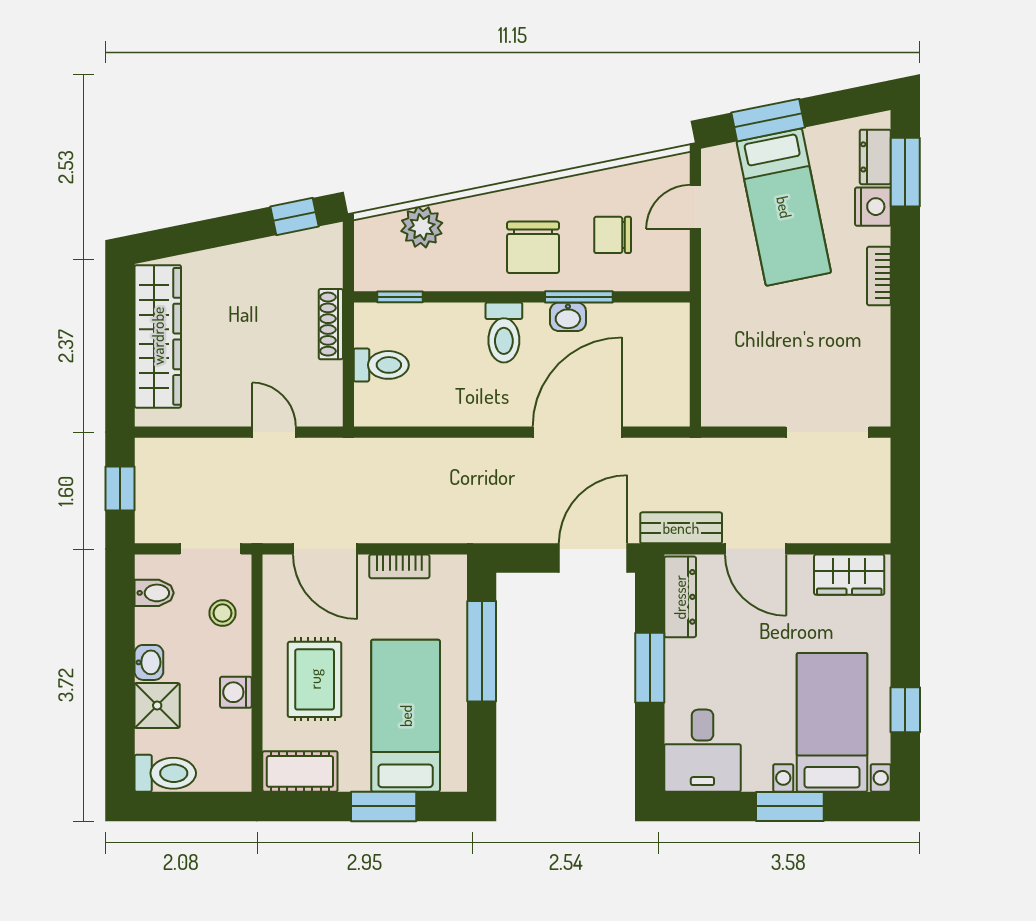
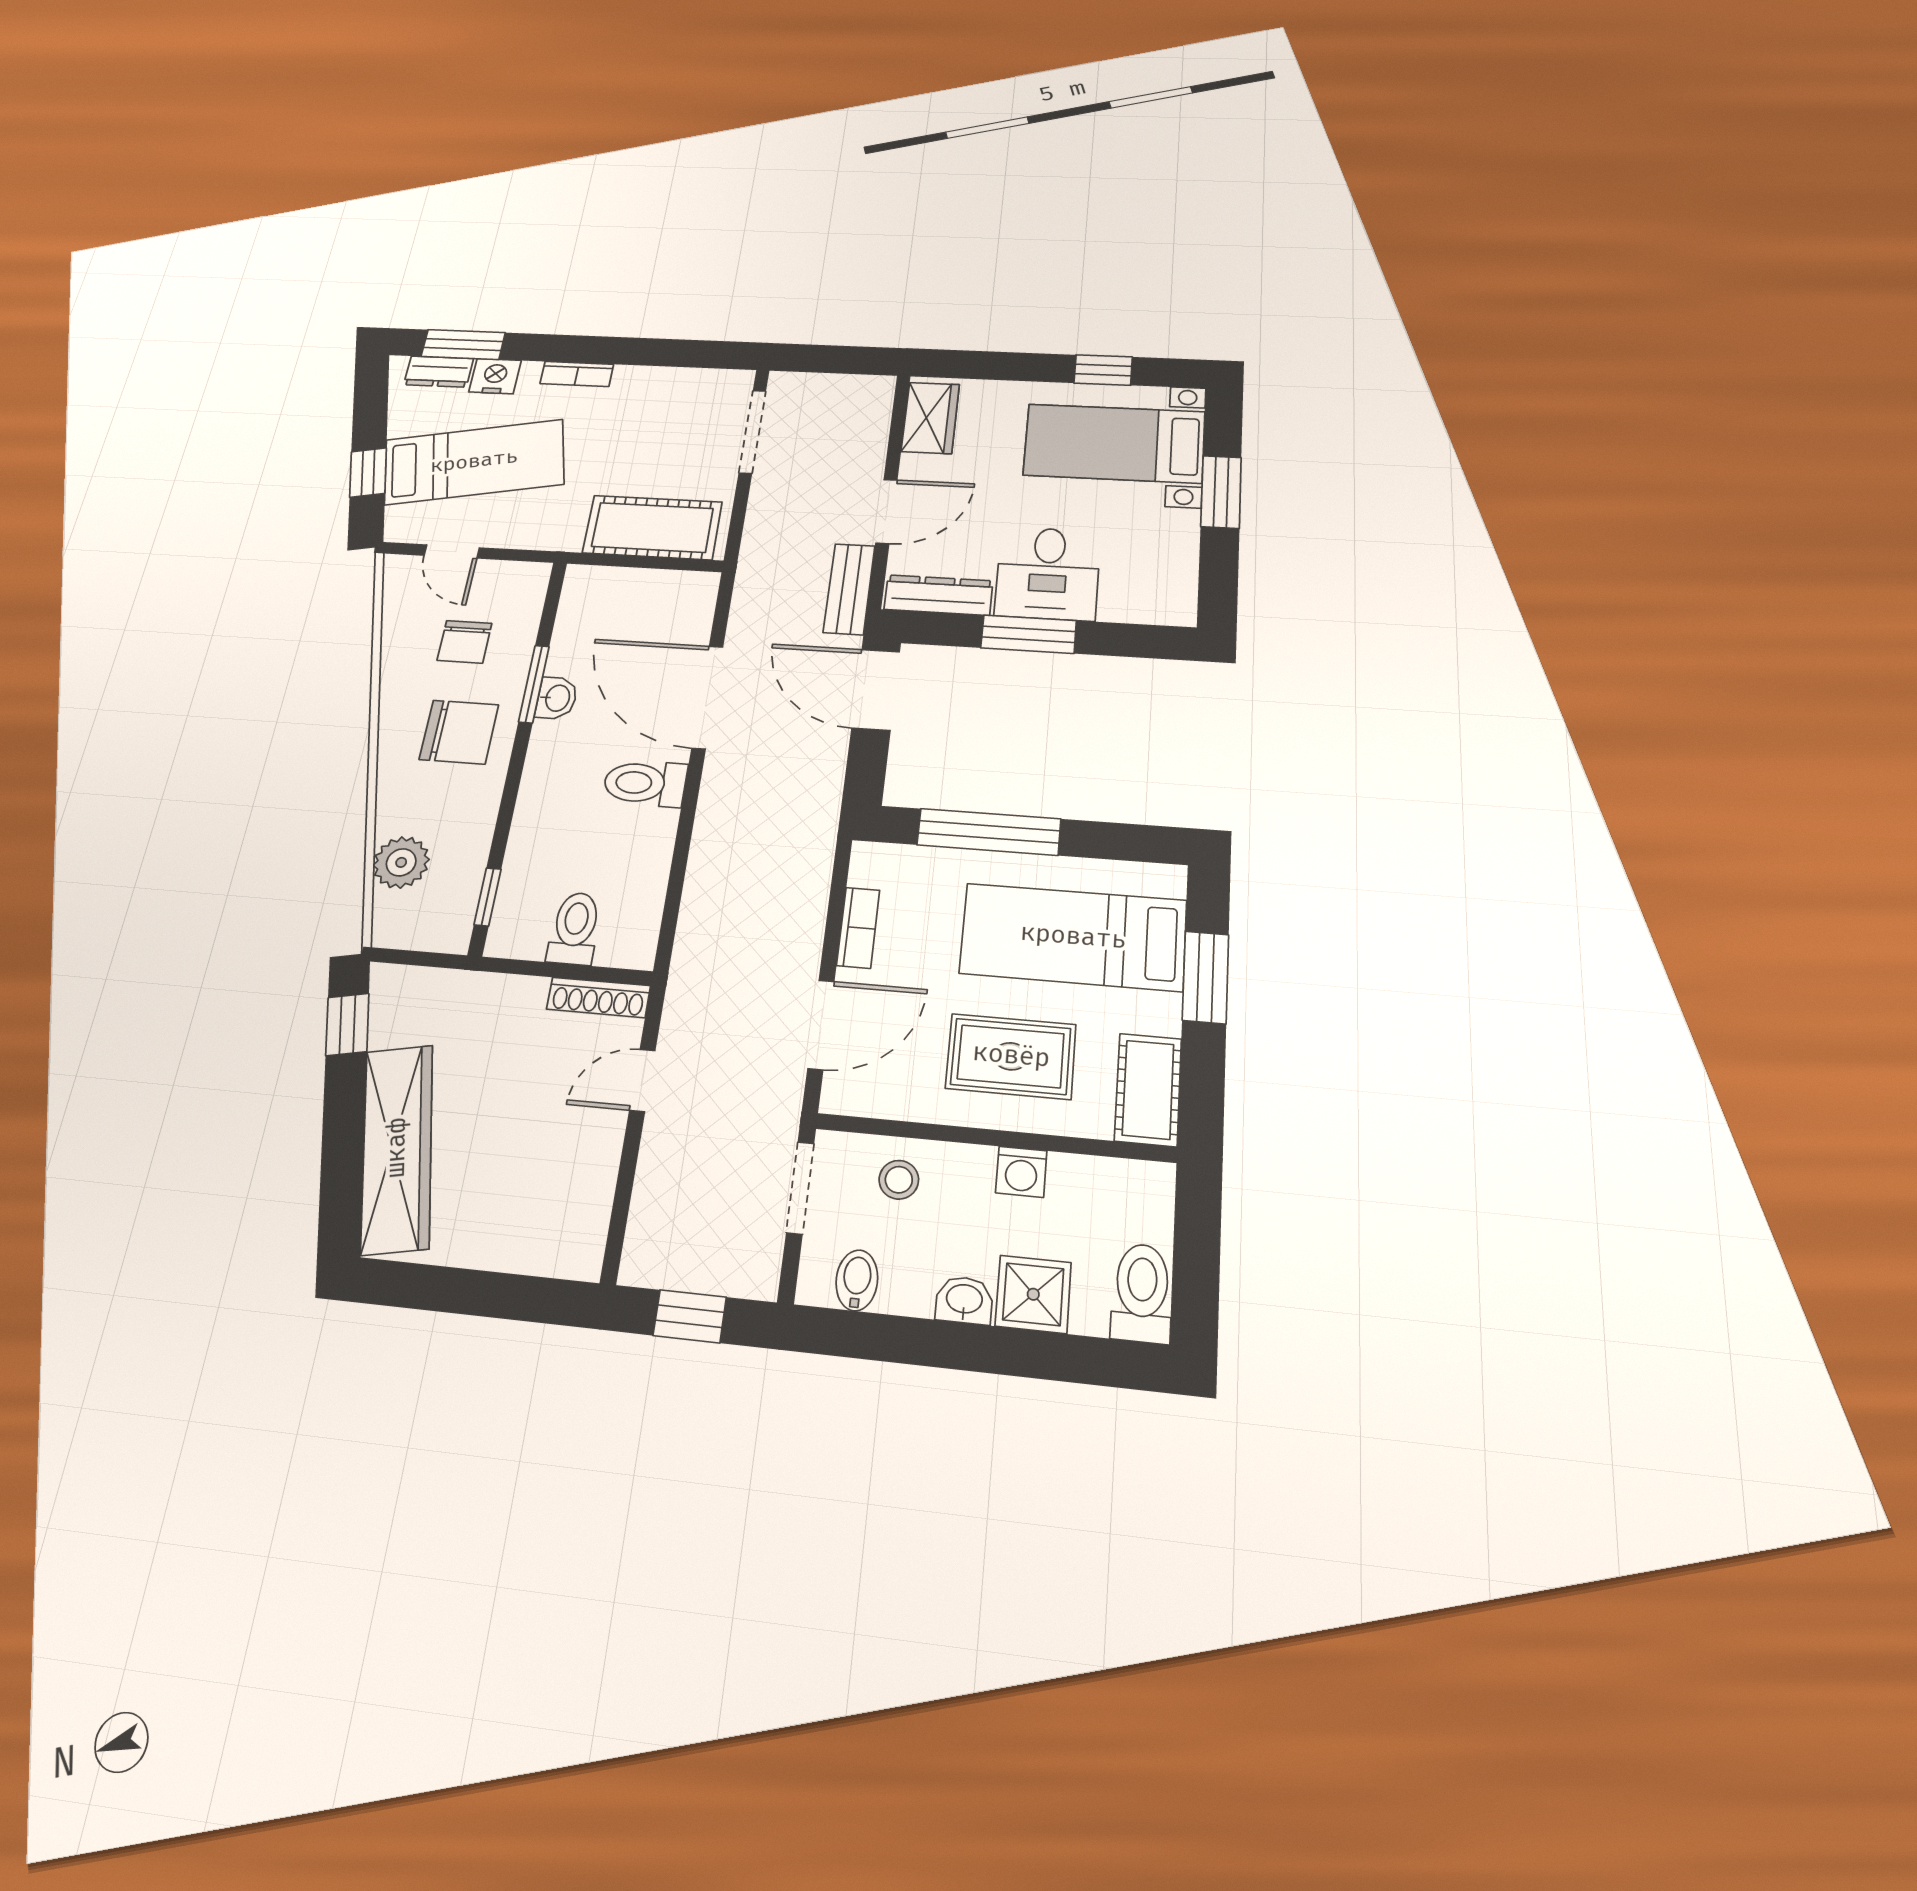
window: (768, 120) -> (368, 472), width x0.67
shoe rack: (331, 324) -> (599, 997), moved
toilet: (504, 332) -> (645, 783), moved, turned 180
wardrobe: (158, 336) -> (397, 1148), moved, turned 78
cot: (729, 365) -> (652, 527), added
desk: (702, 751) -> (1048, 573), moved, turned 90

